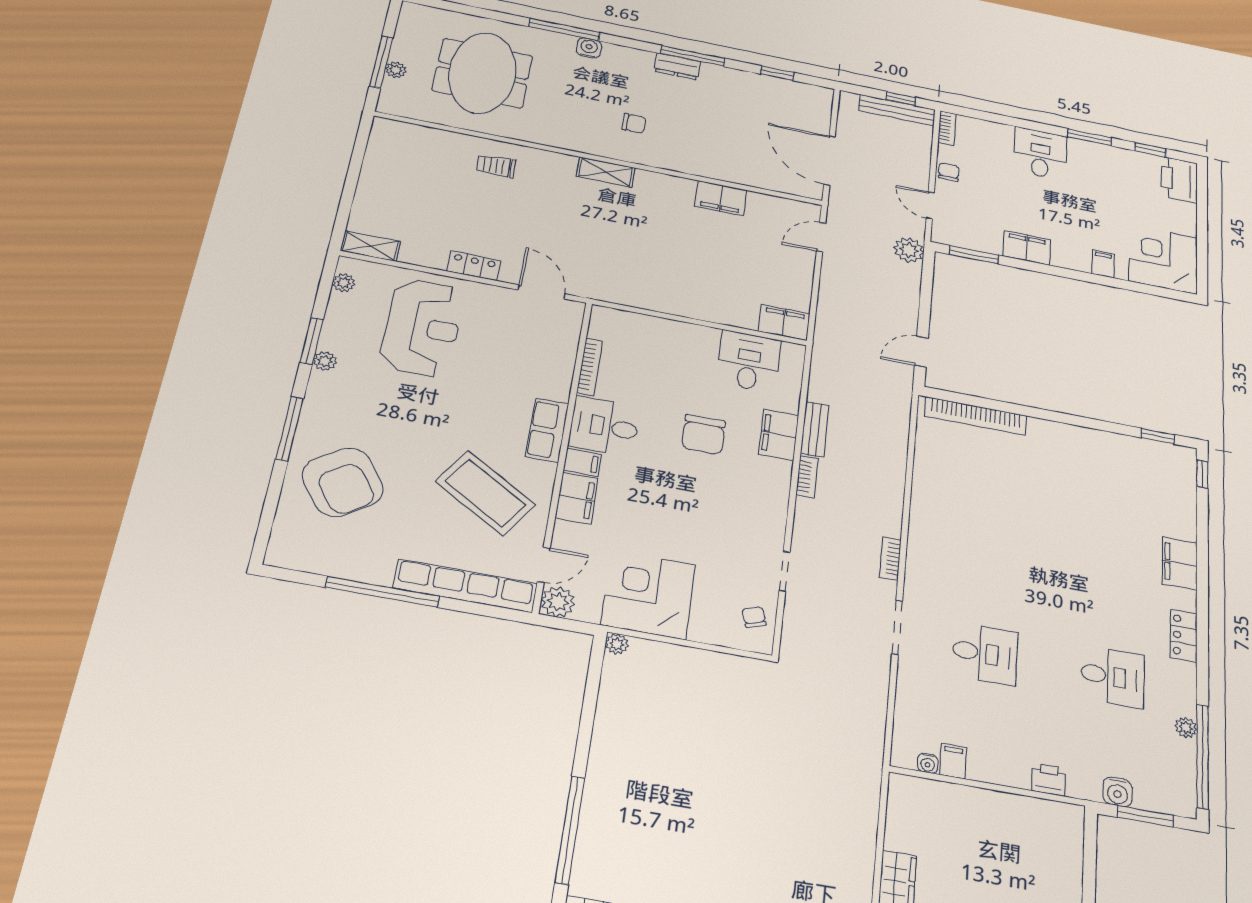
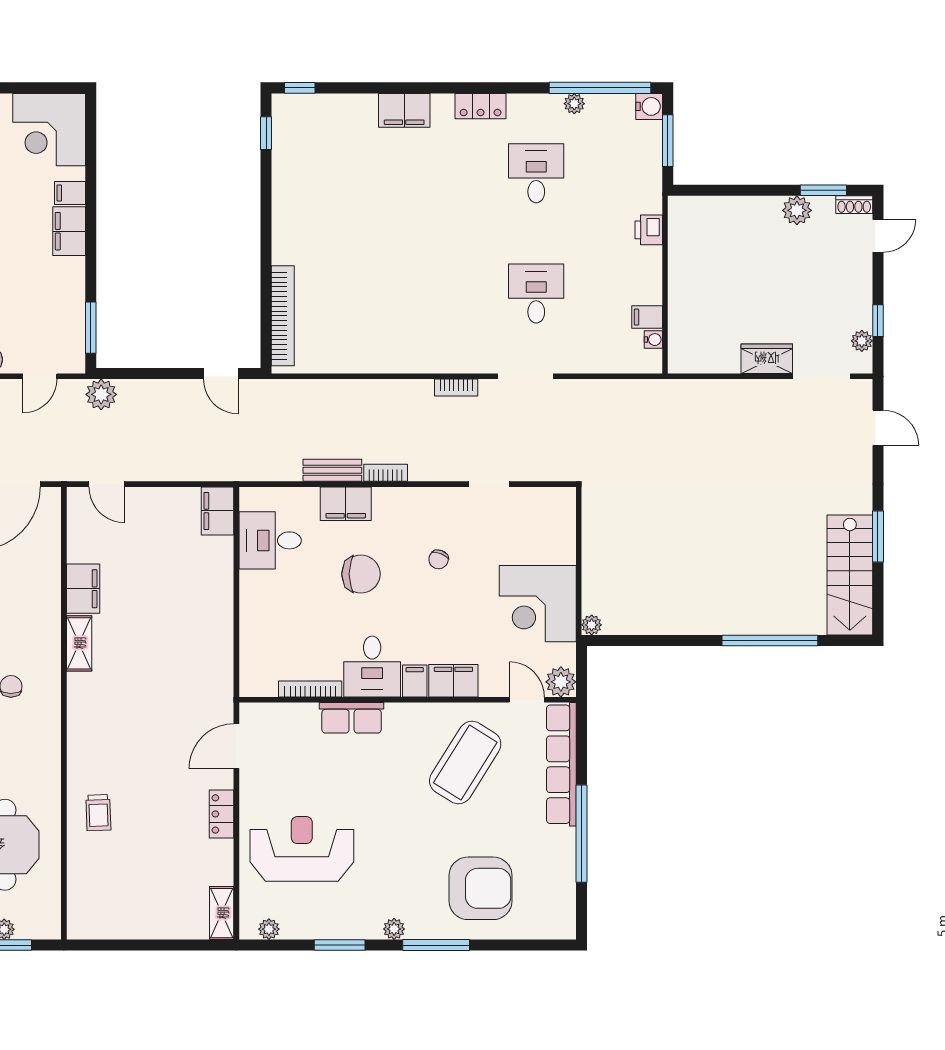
shelving: (606, 172) -> (79, 643), moved
filing cabinet: (1027, 248) -> (69, 231), moved
plant: (325, 361) -> (394, 929), moved
row of seats: (547, 430) -> (352, 718), moved
armchair: (343, 482) -> (481, 888), turned 35
chair: (754, 617) -> (439, 559), moved, turned -50
water cooler: (1118, 792) -> (649, 106), moved

